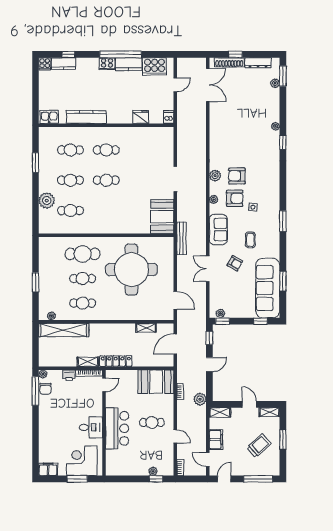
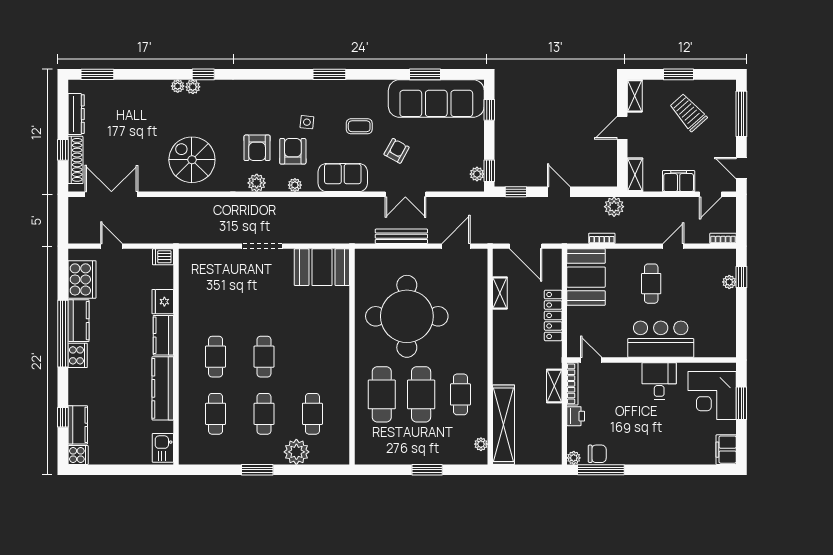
plant: (275, 83) -> (193, 87), moved
kitchen counter: (120, 117) -> (163, 335), added
spiral stairs: (229, 135) -> (192, 160), added
window: (36, 163) -> (257, 470), moved
bench: (182, 238) -> (401, 236), moved
cafe table: (83, 279) -> (421, 394), width x1.37, depth x1.35
locker: (116, 361) -> (553, 315), moved

